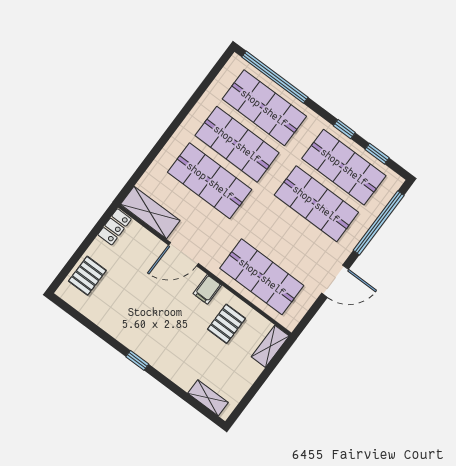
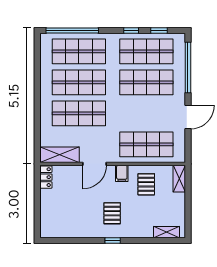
pallet: (87, 276) -> (112, 213), moved

